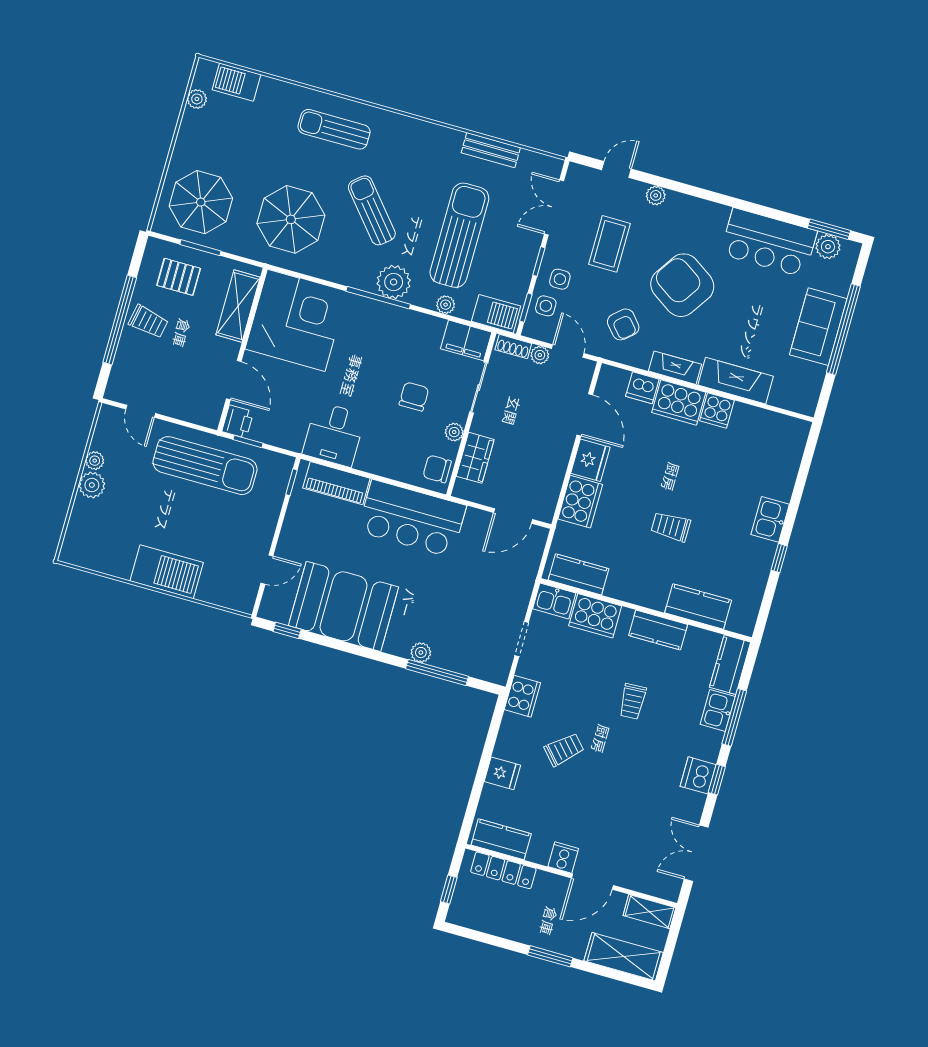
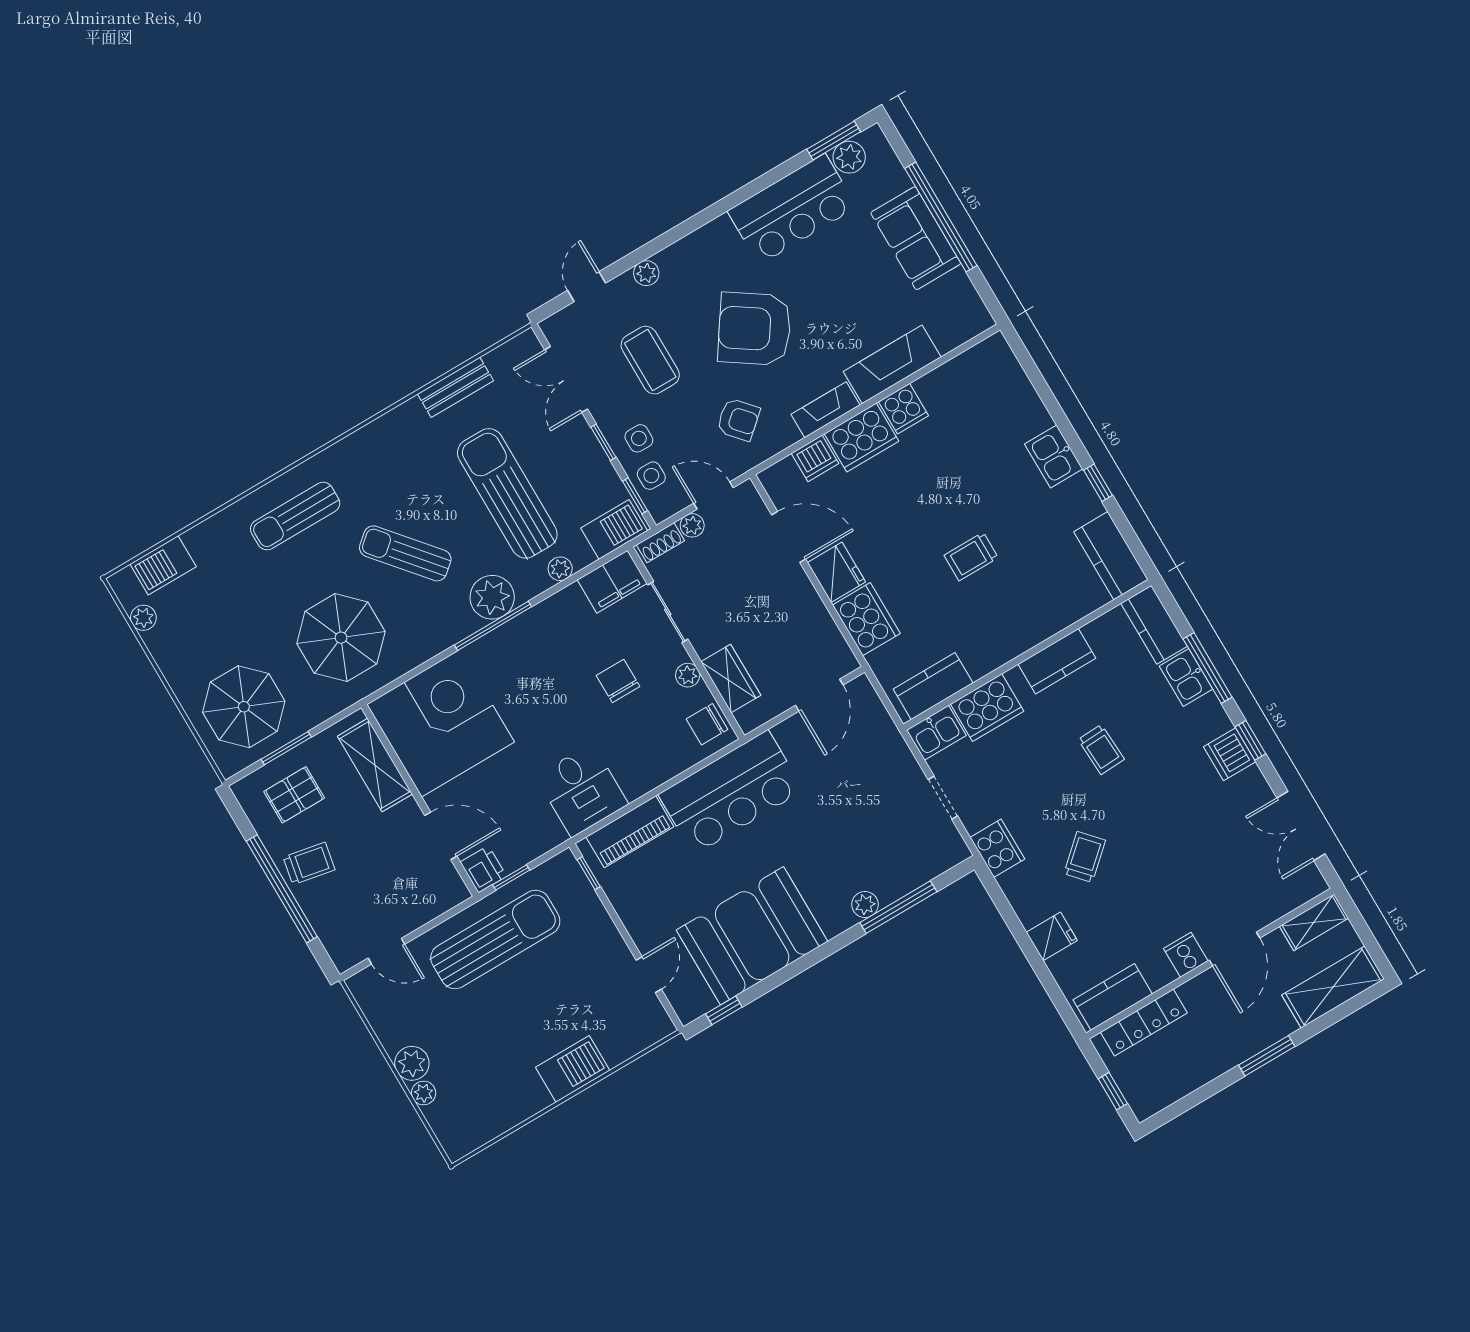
plant: (95, 461) -> (424, 1093), moved
barbecue: (167, 572) -> (573, 1069), width x0.73, depth x0.83
kitchen counter: (698, 606) -> (1111, 556), moved, turned -90

